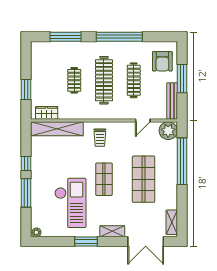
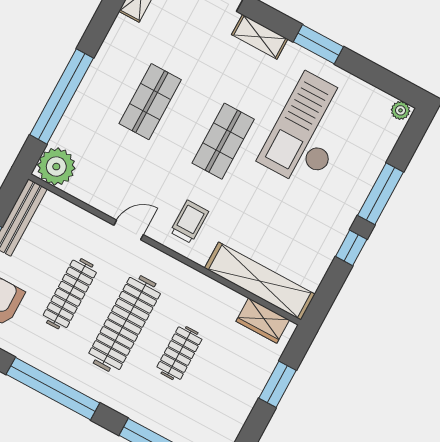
door: (143, 120) -> (129, 230), moved
shop shelf: (144, 179) -> (150, 102), width x0.70, depth x0.74

